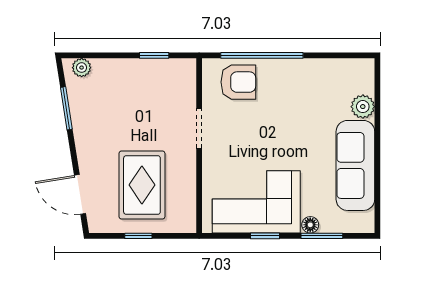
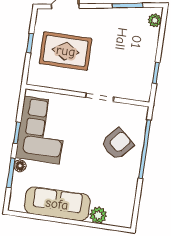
armchair: (238, 82) -> (117, 144), moved, turned -138

